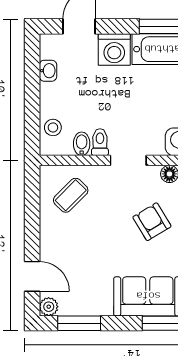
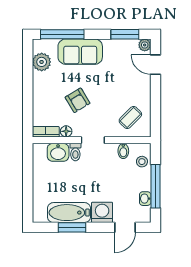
window: (32, 89) -> (155, 186), added
toilet: (100, 142) -> (75, 152), moved

